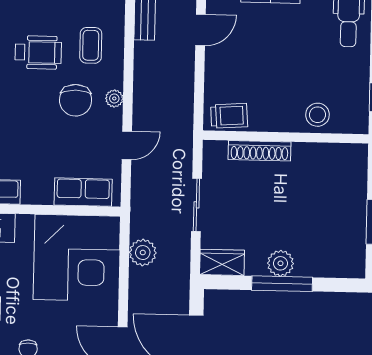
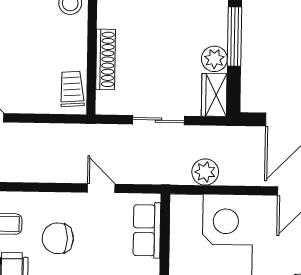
plant: (114, 98) -> (56, 201), removed
chair: (76, 100) -> (58, 238), turned 180
plant: (280, 263) -> (214, 59), moved

